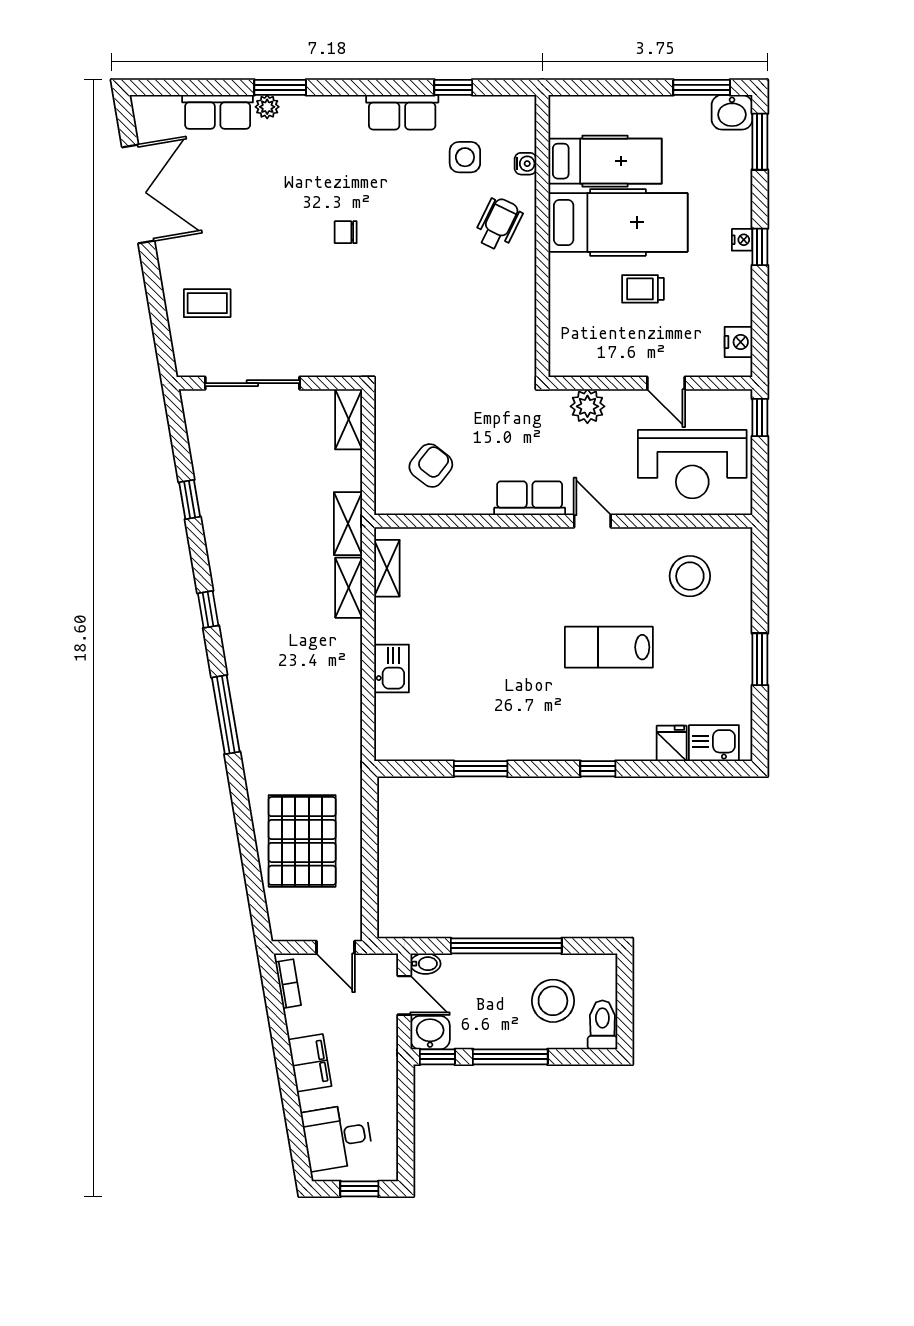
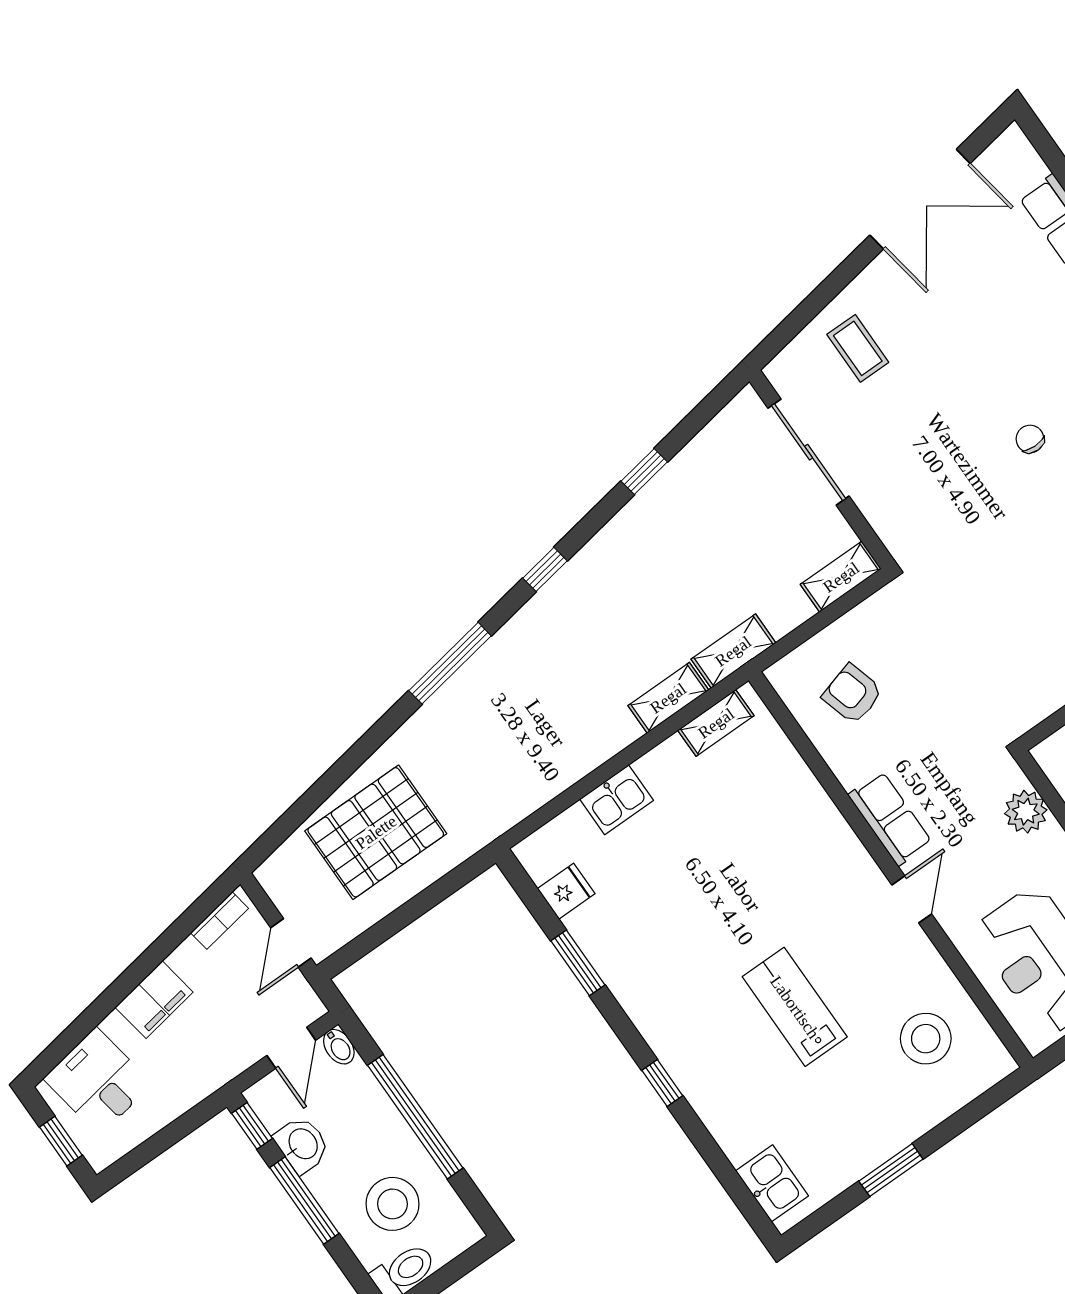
armchair: (431, 466) -> (853, 694), turned -144
fridge: (672, 743) -> (566, 891), moved
washbasin: (430, 1033) -> (302, 1144), moved

